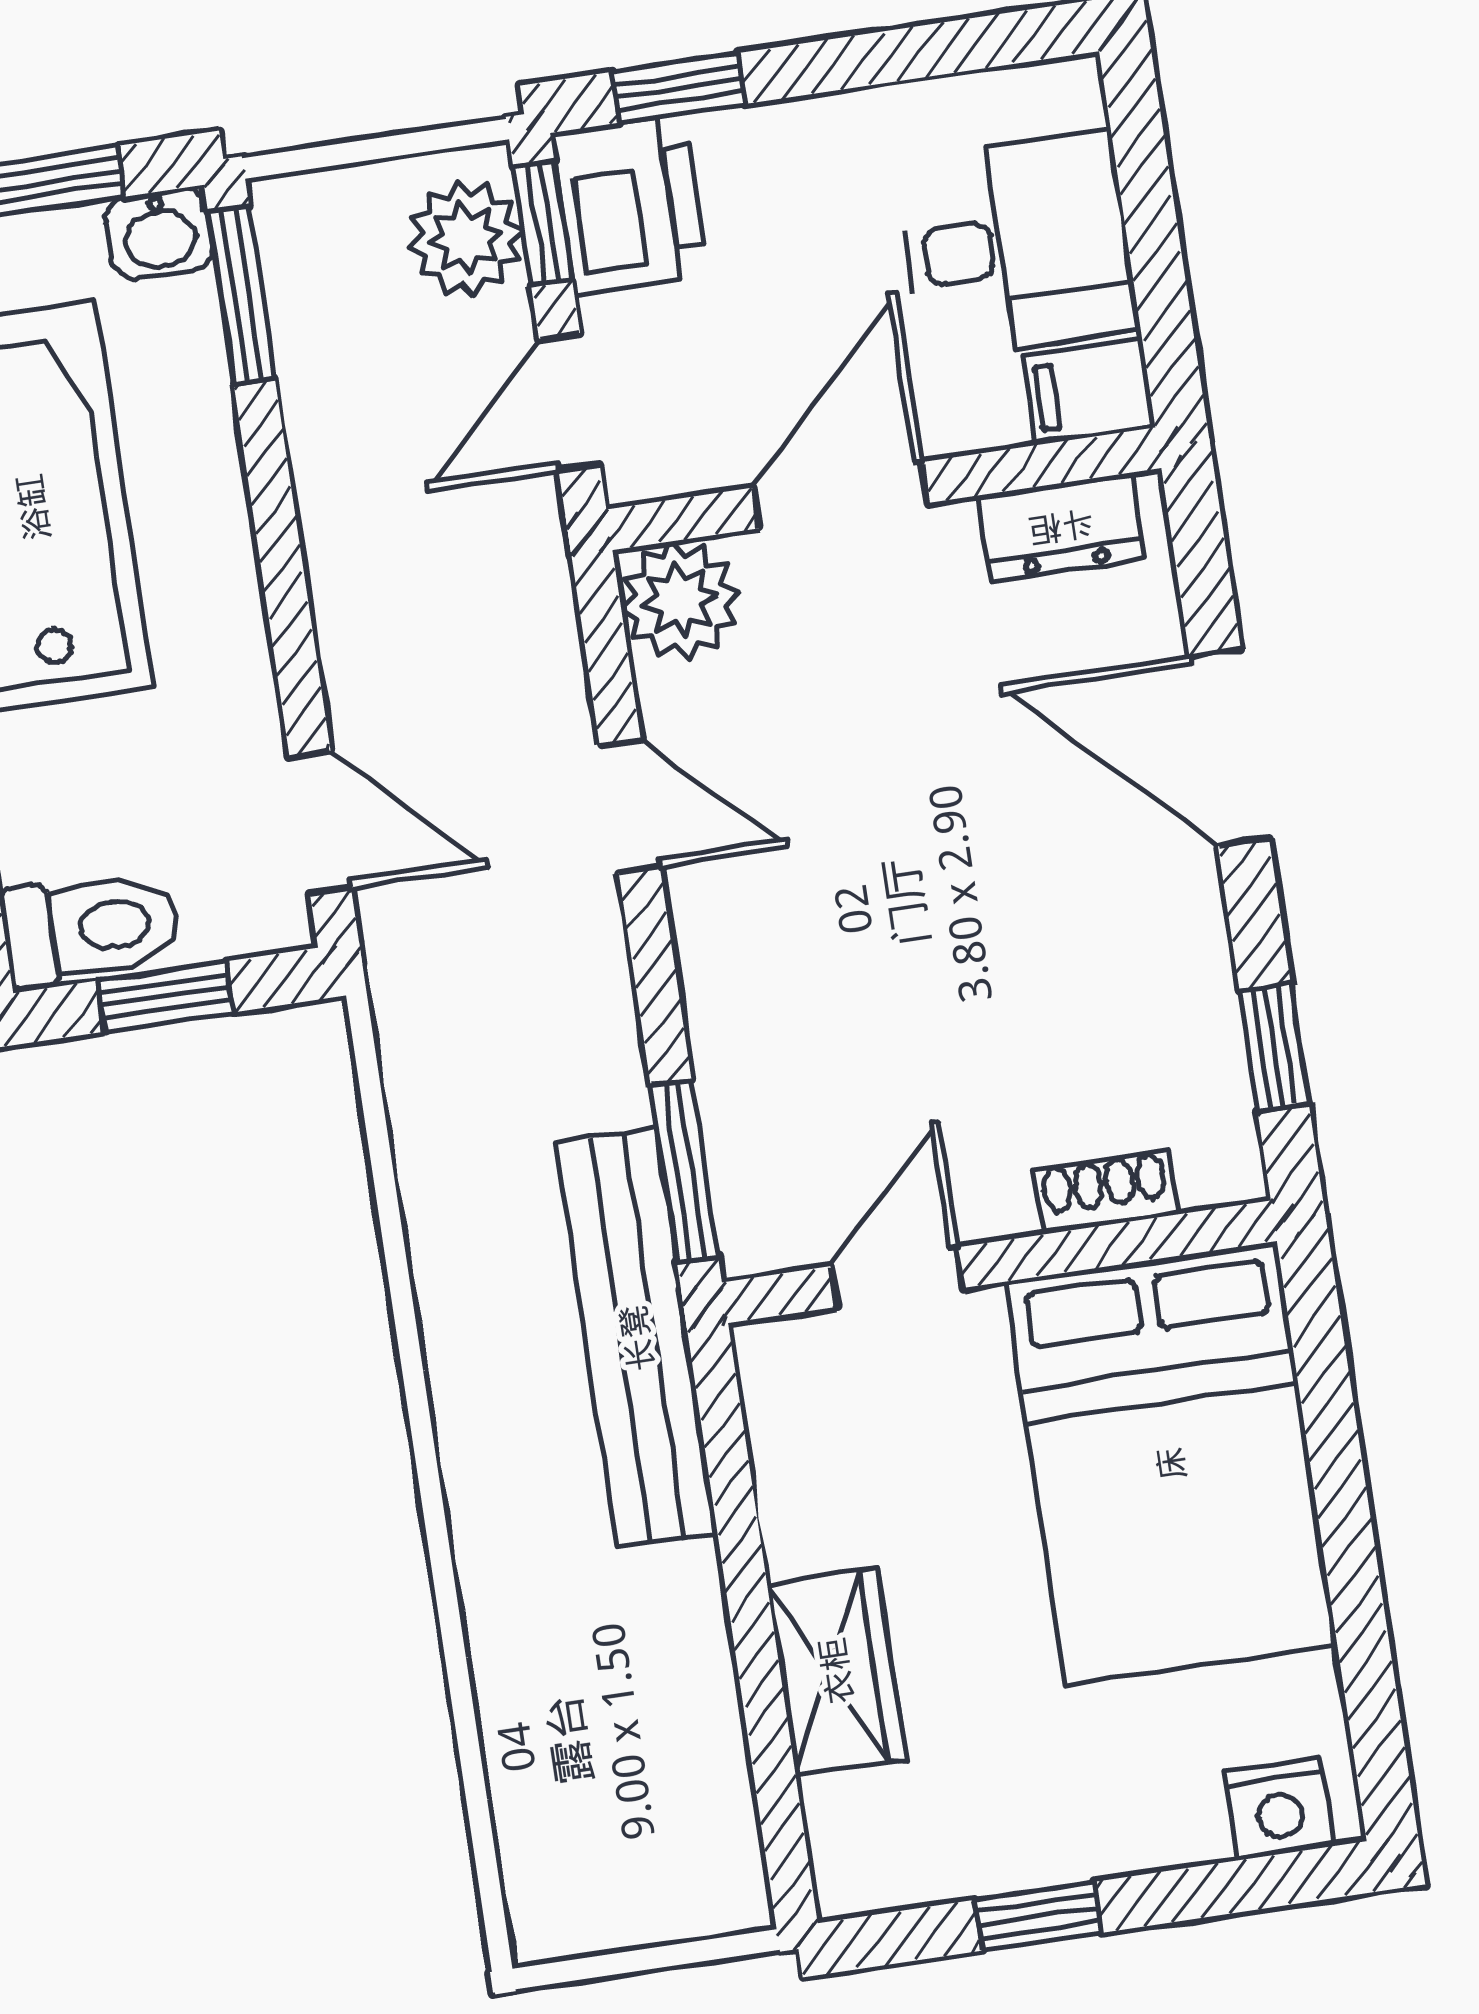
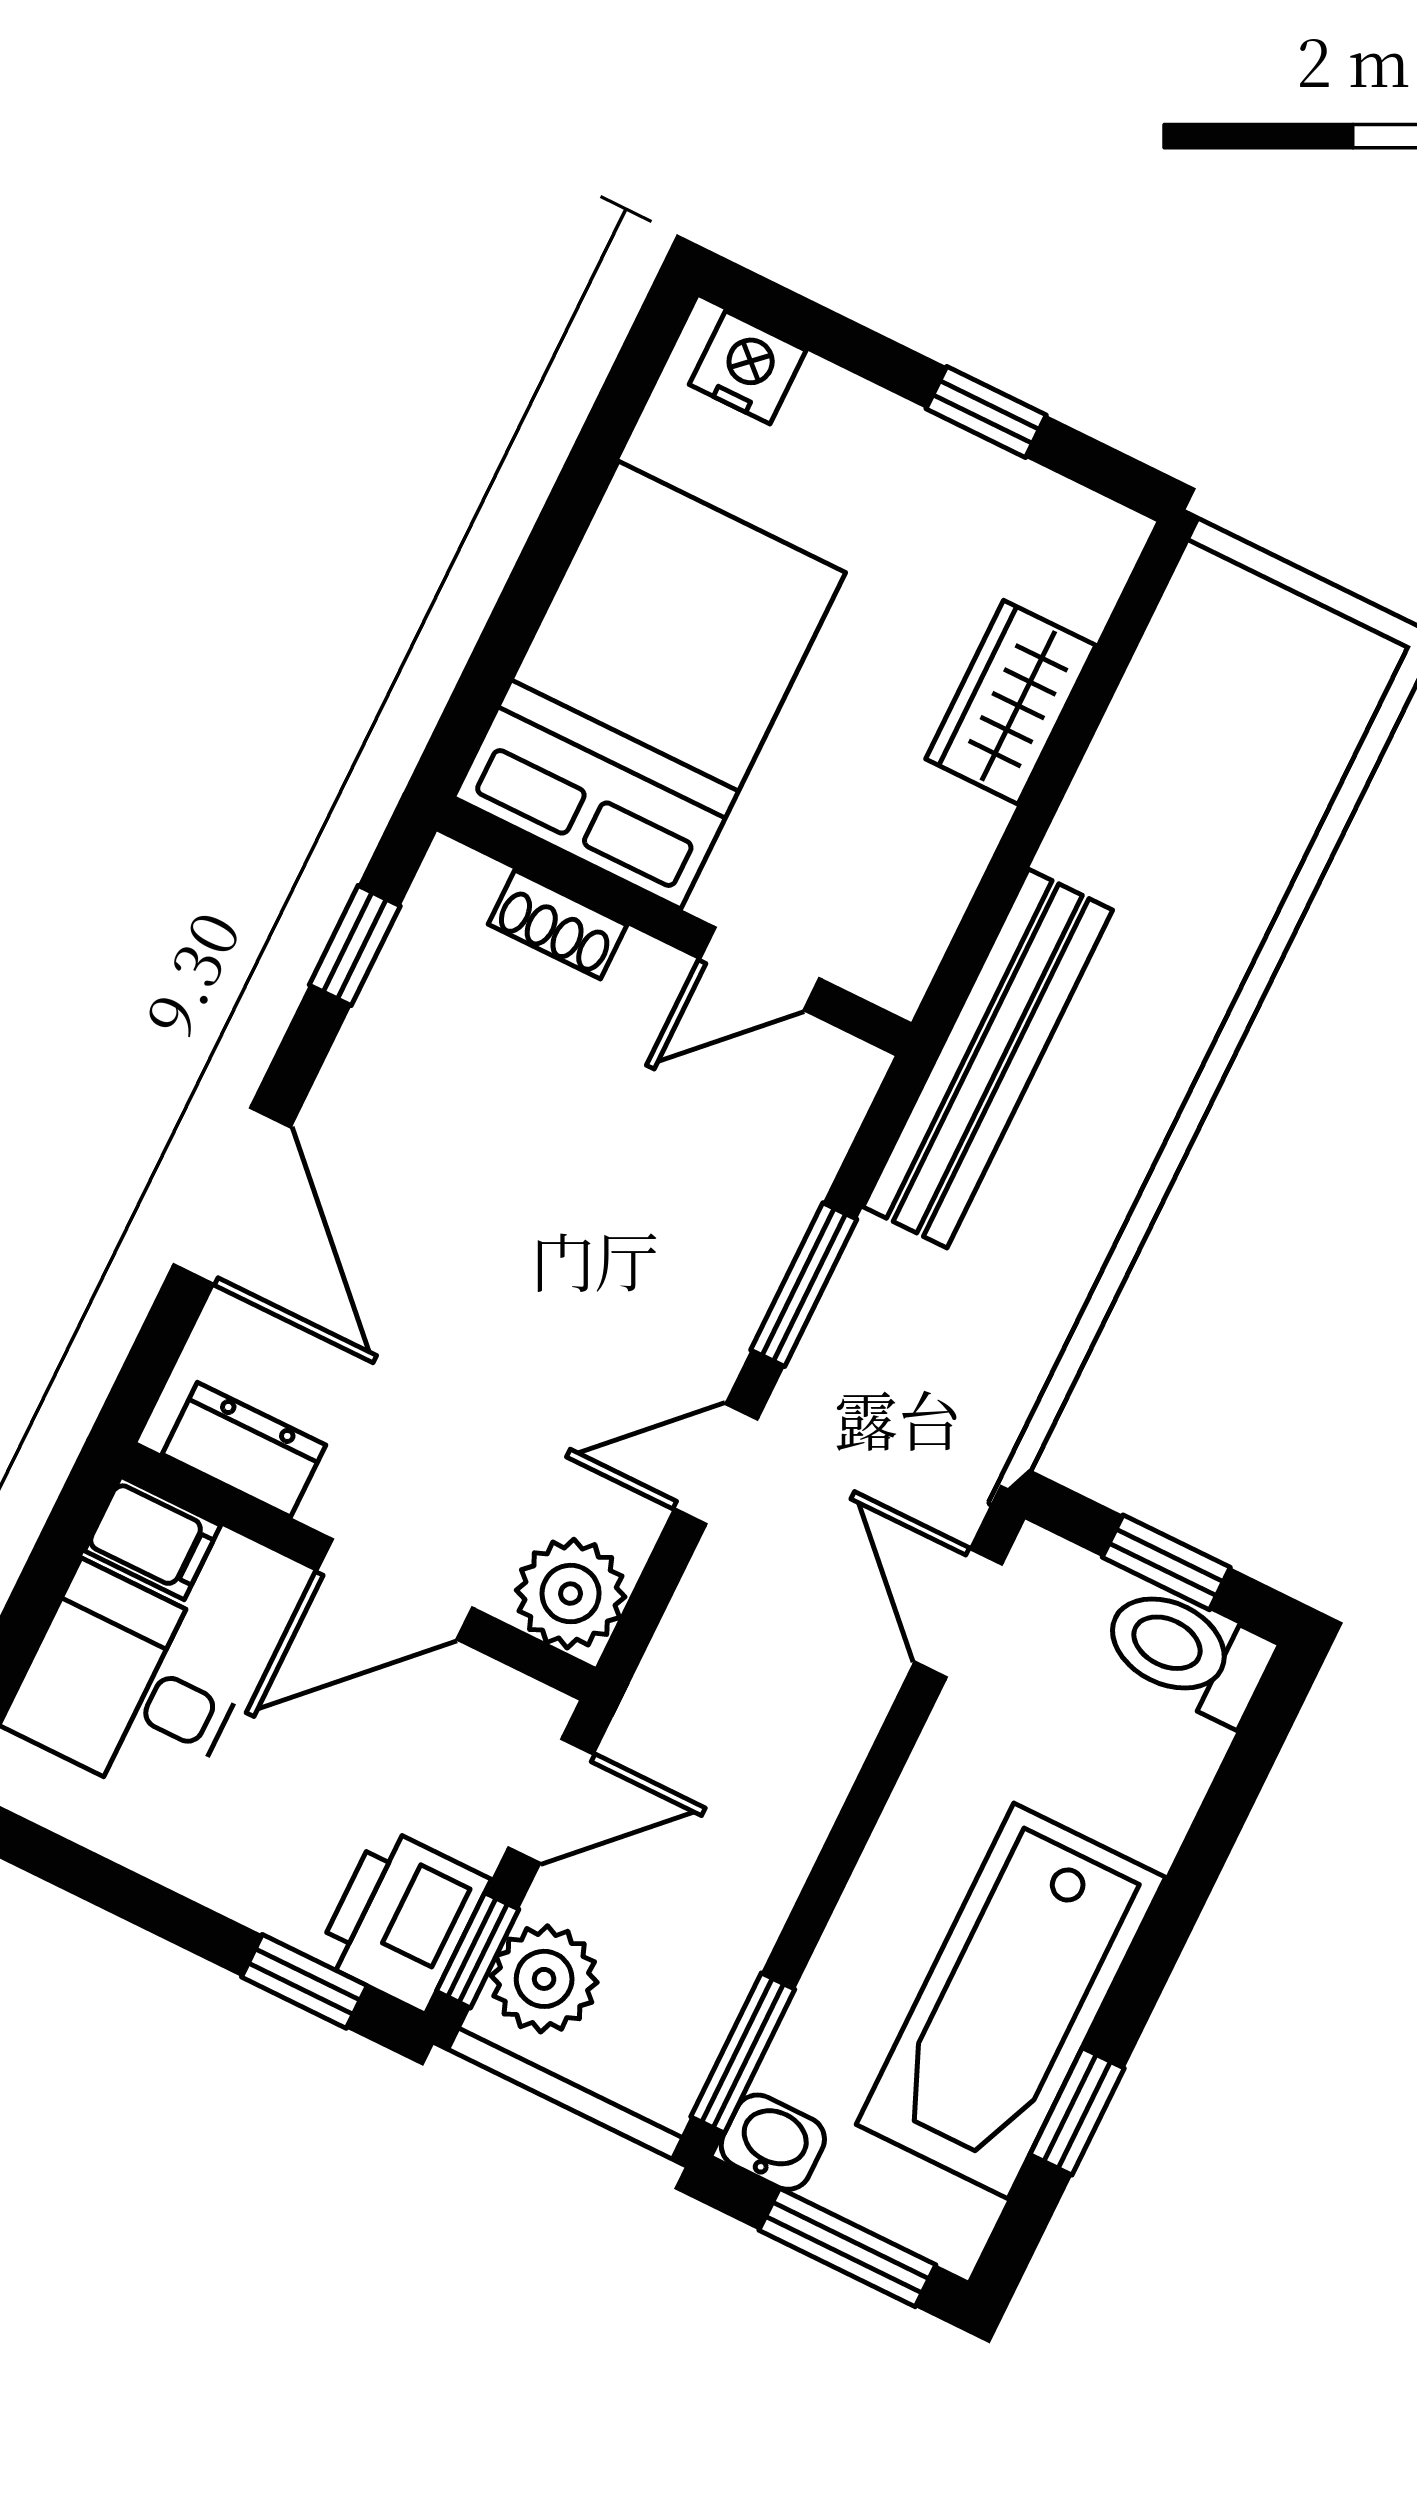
door: (630, 806) -> (716, 1464), hinge flipped
window: (684, 1171) -> (804, 1285), moved

